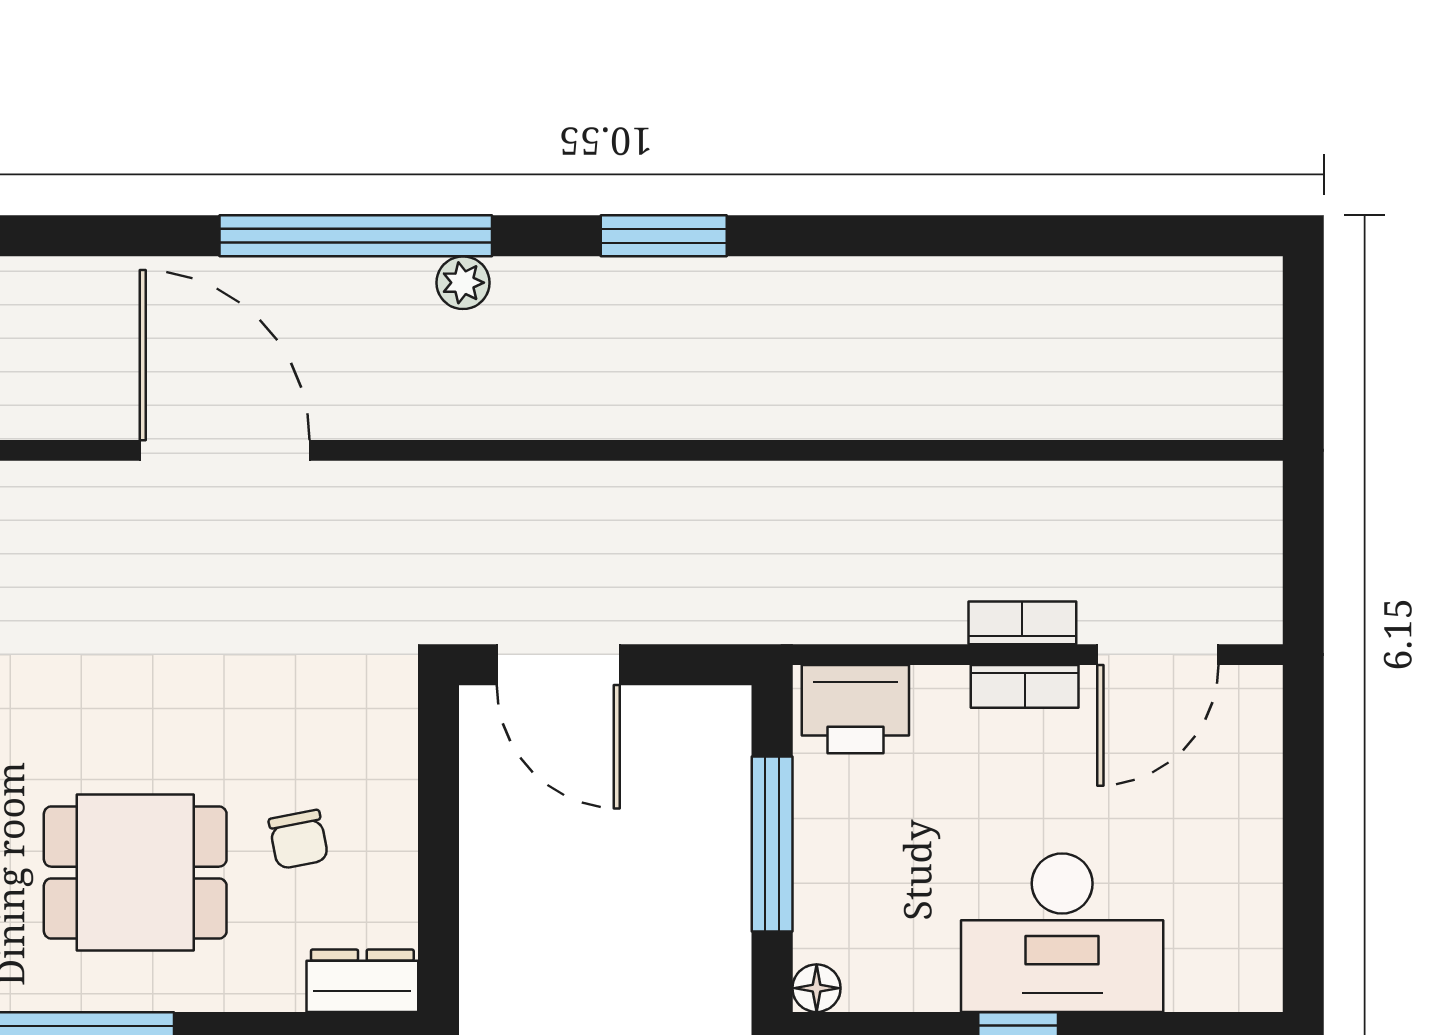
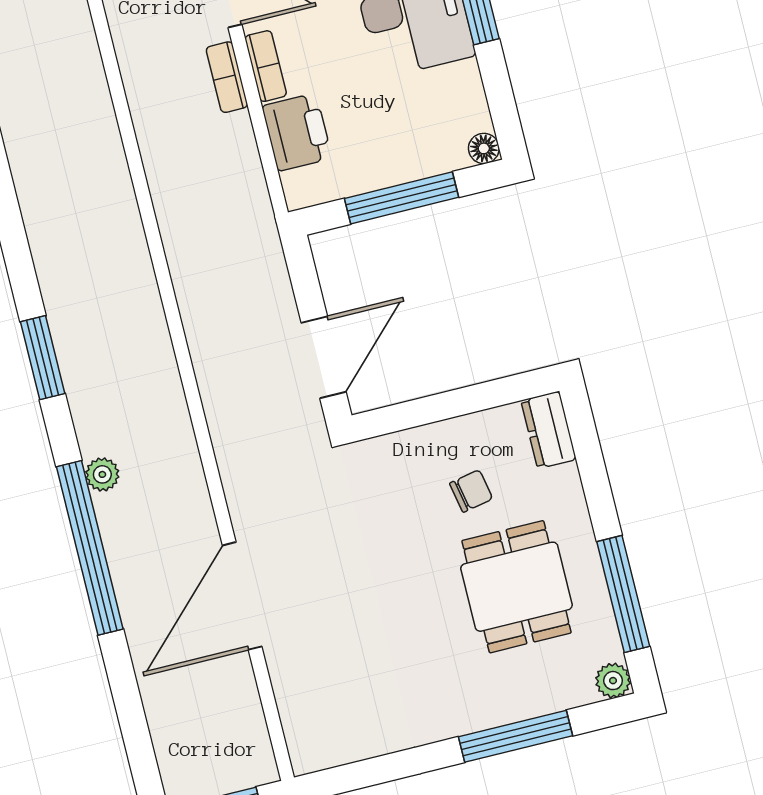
printer: (855, 709) -> (297, 132), moved

